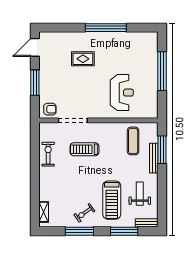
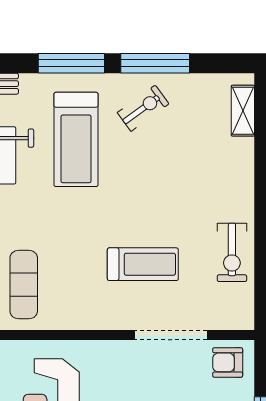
treadmill: (112, 200) -> (76, 139), turned 180
window: (124, 231) -> (71, 63), moved

